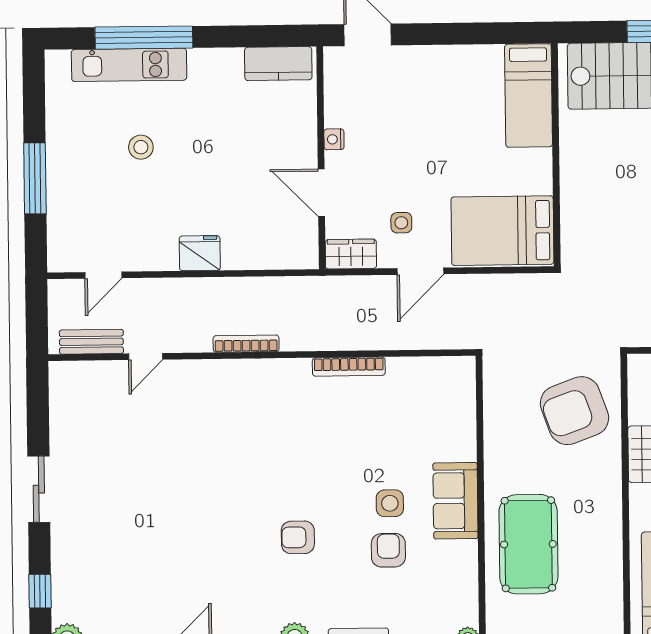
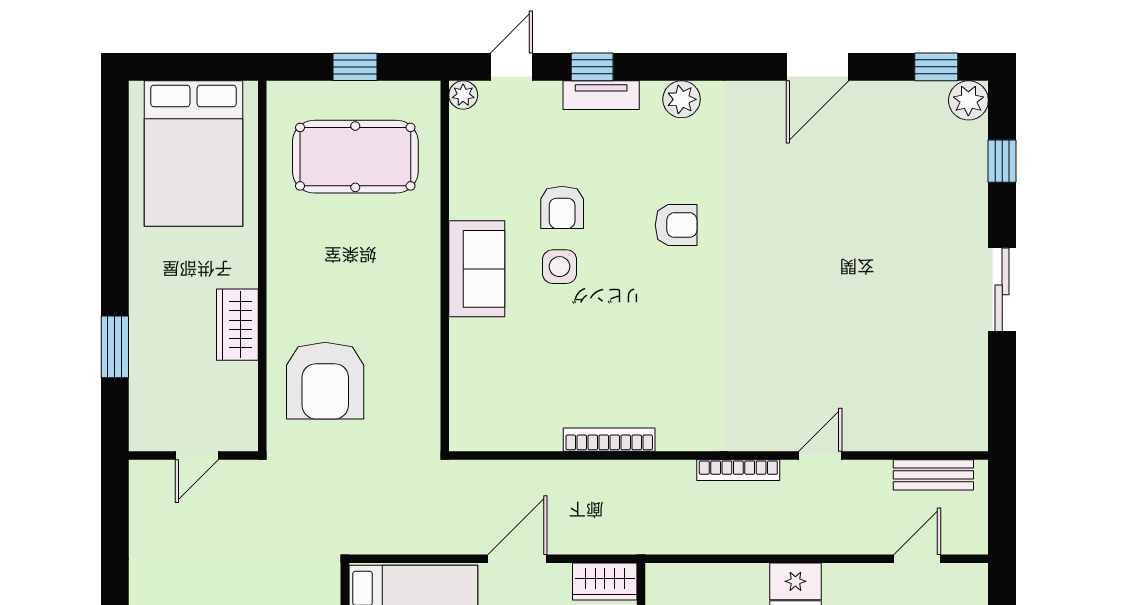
door: (146, 357) -> (820, 455), moved
armchair: (574, 411) -> (325, 381), turned 110
pool table: (528, 544) -> (355, 157), moved, turned 90

